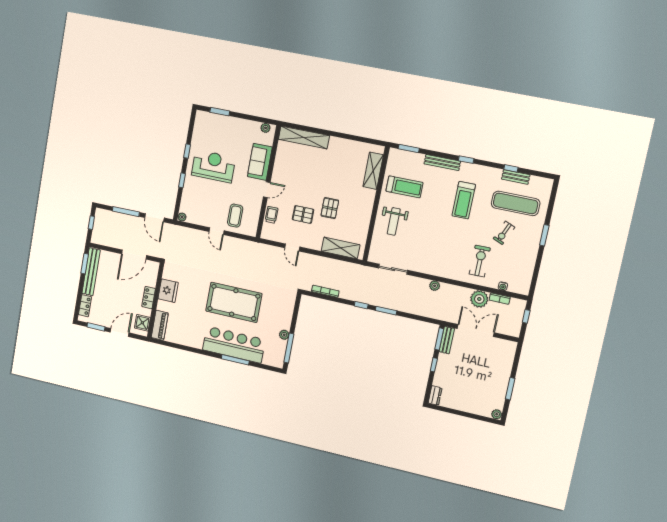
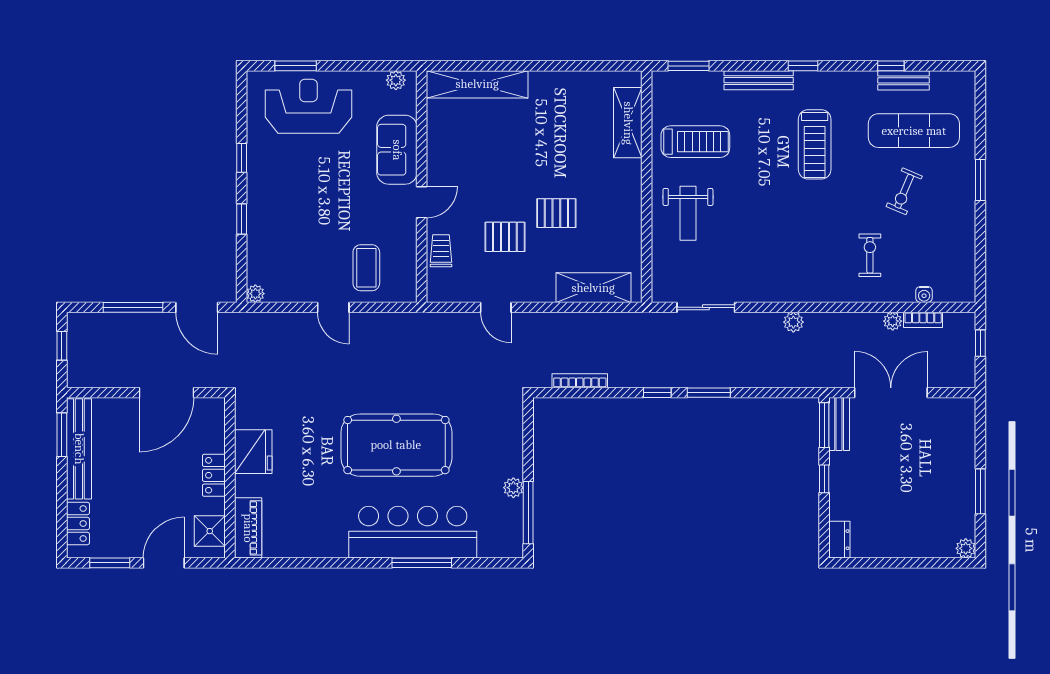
reception desk: (213, 166) -> (308, 106), moved
pallet: (330, 208) -> (556, 213), turned 90
exercise bike: (480, 261) -> (870, 255), width x0.73, depth x0.72
plant: (479, 299) -> (893, 321), width x0.53, depth x0.53

